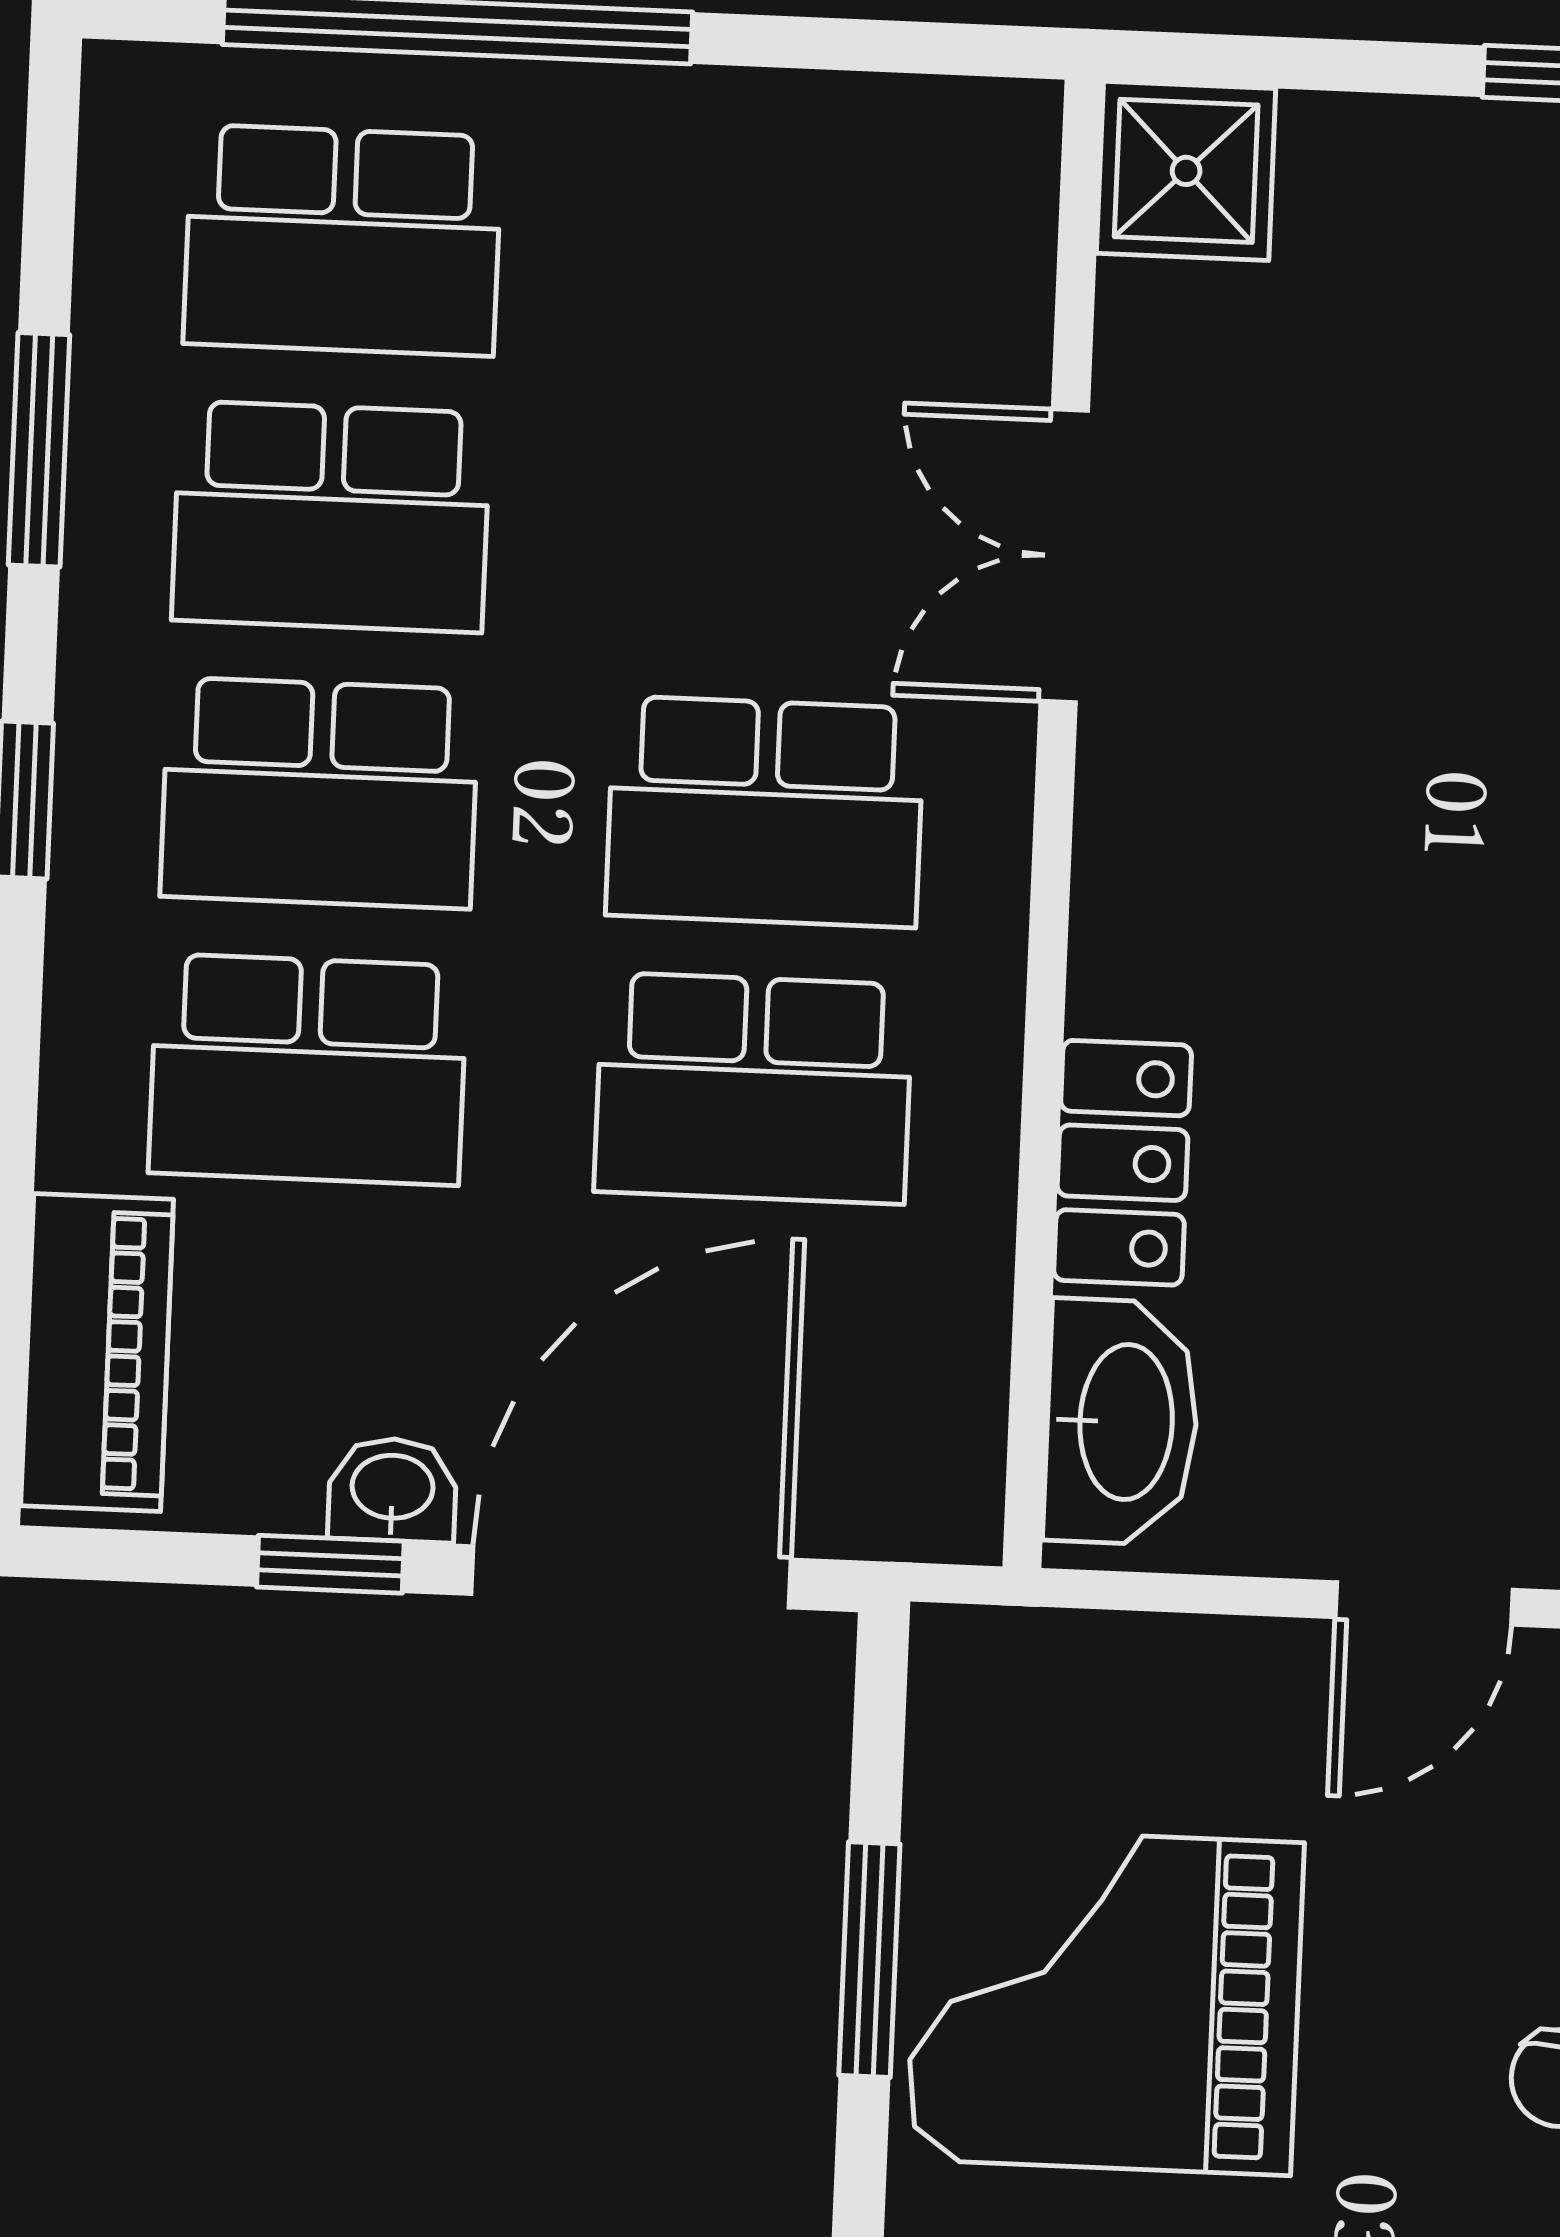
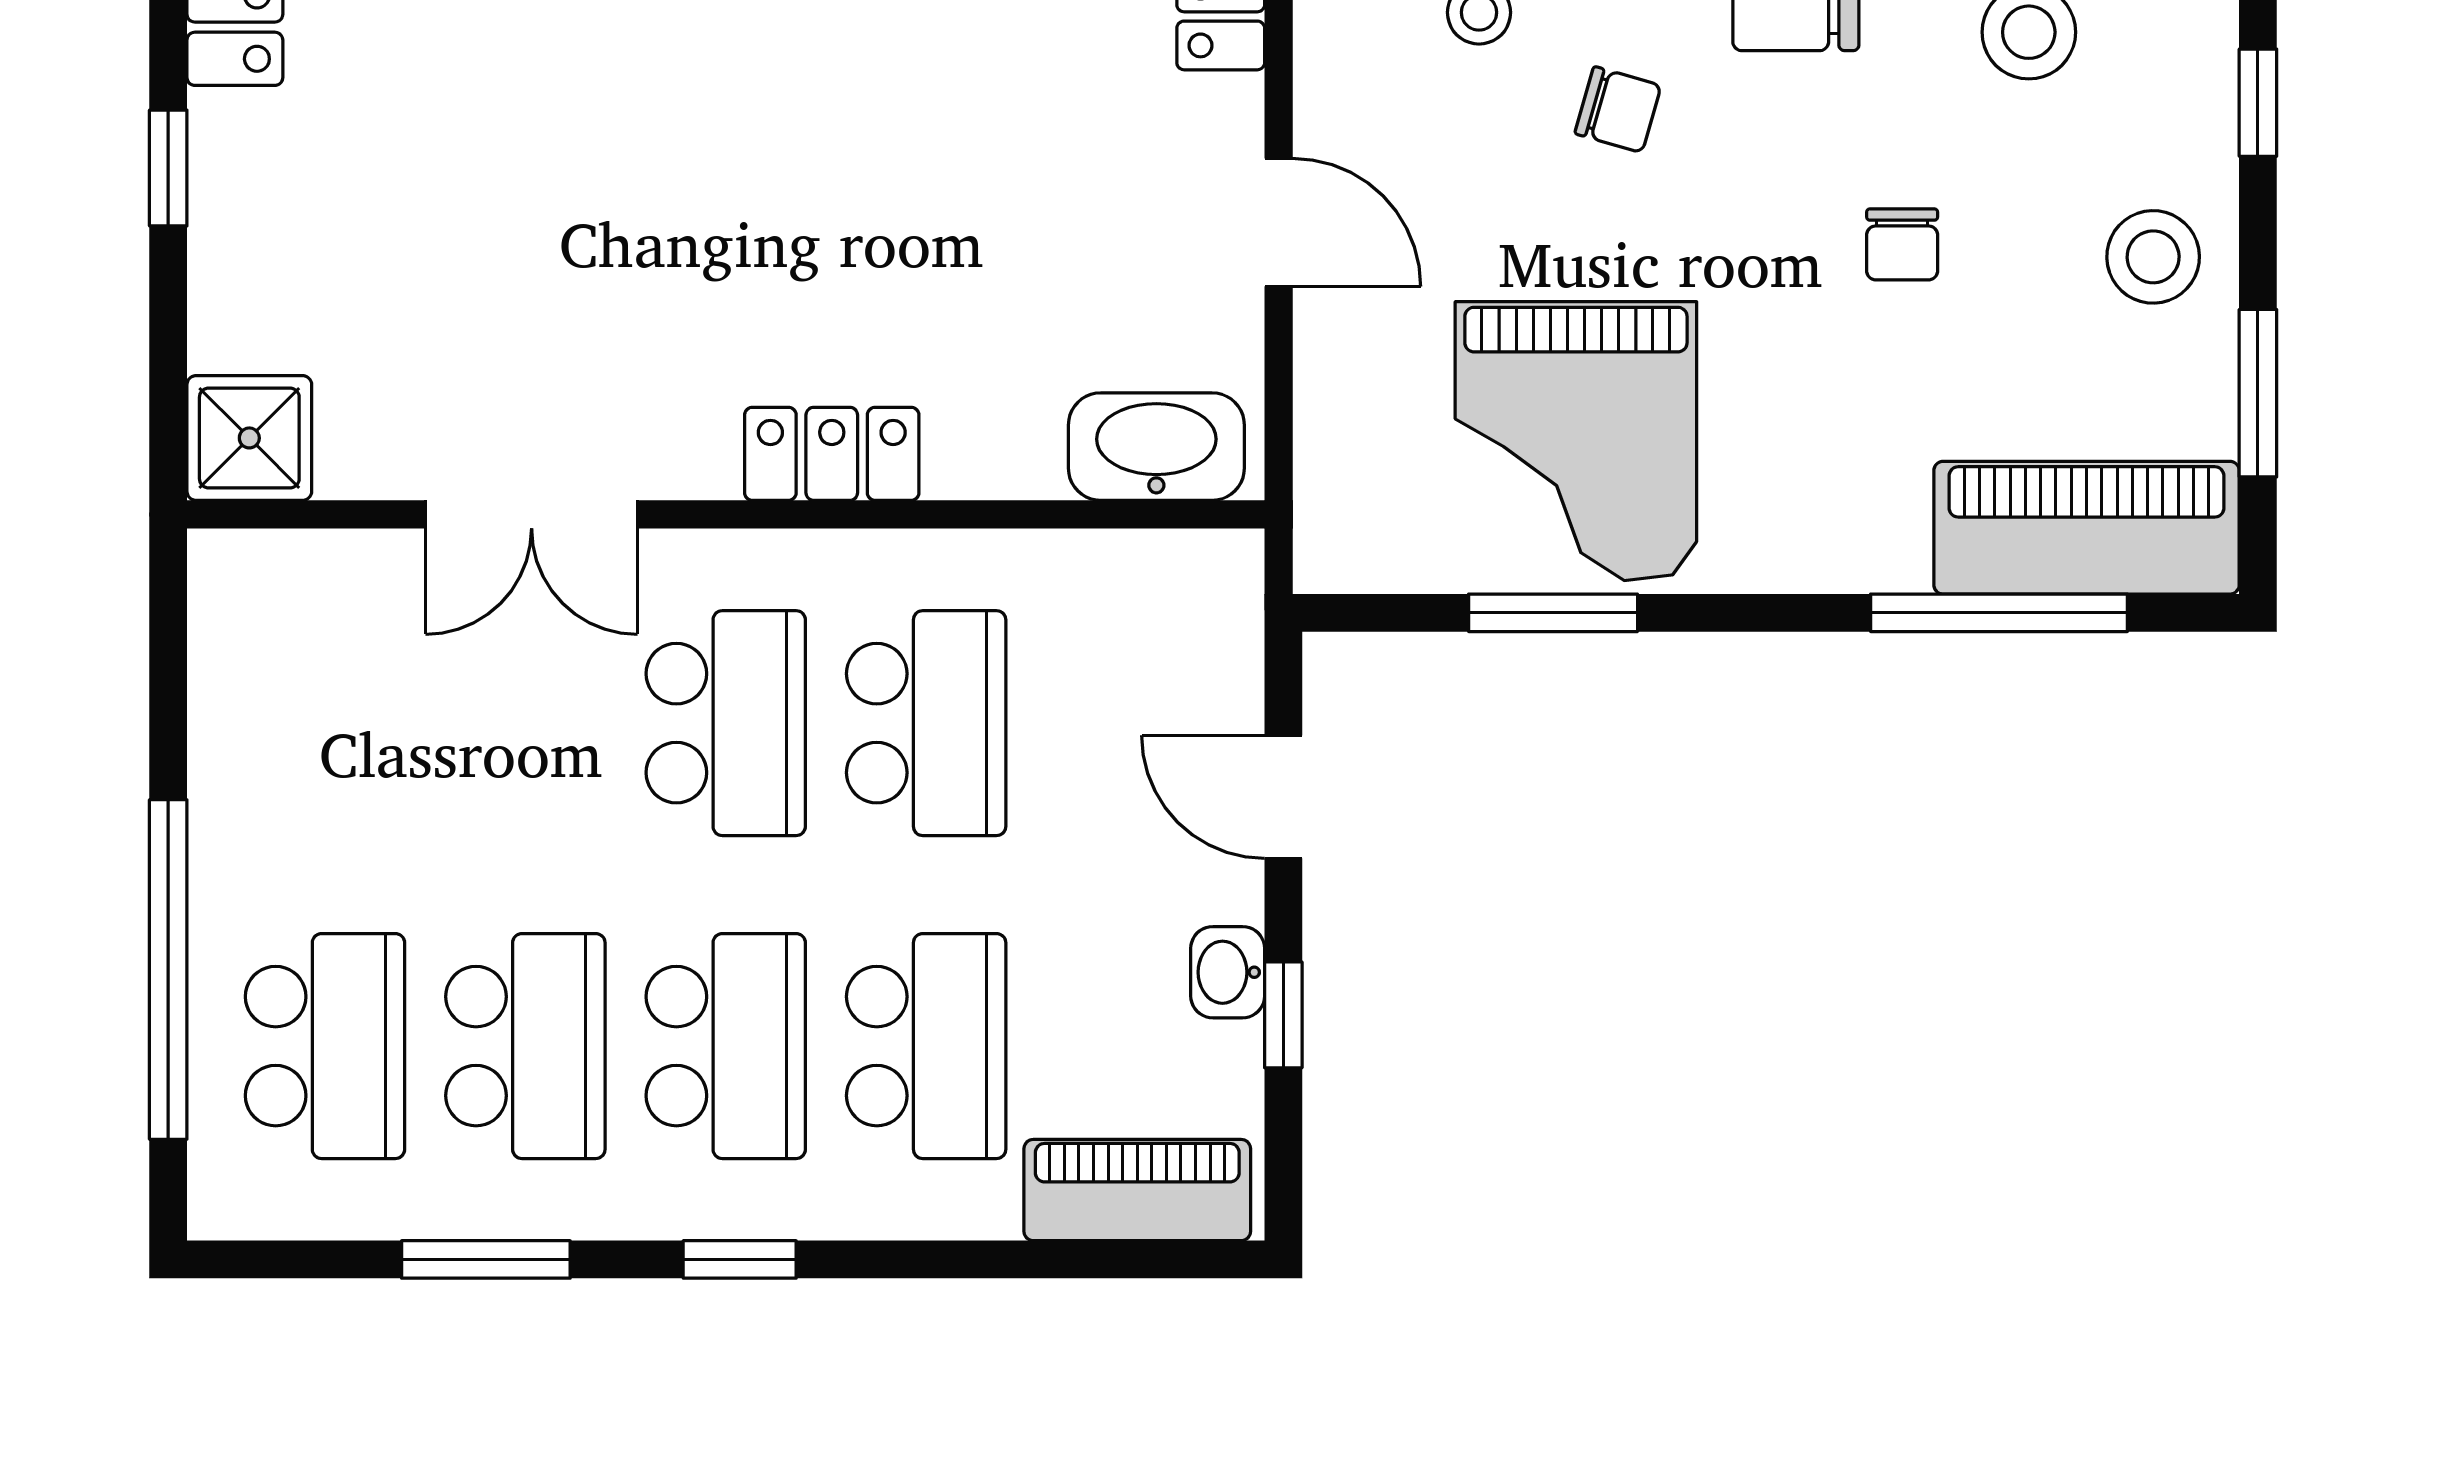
locker: (1123, 1163) -> (832, 454), moved
door: (631, 1577) -> (1283, 797), width x0.53

